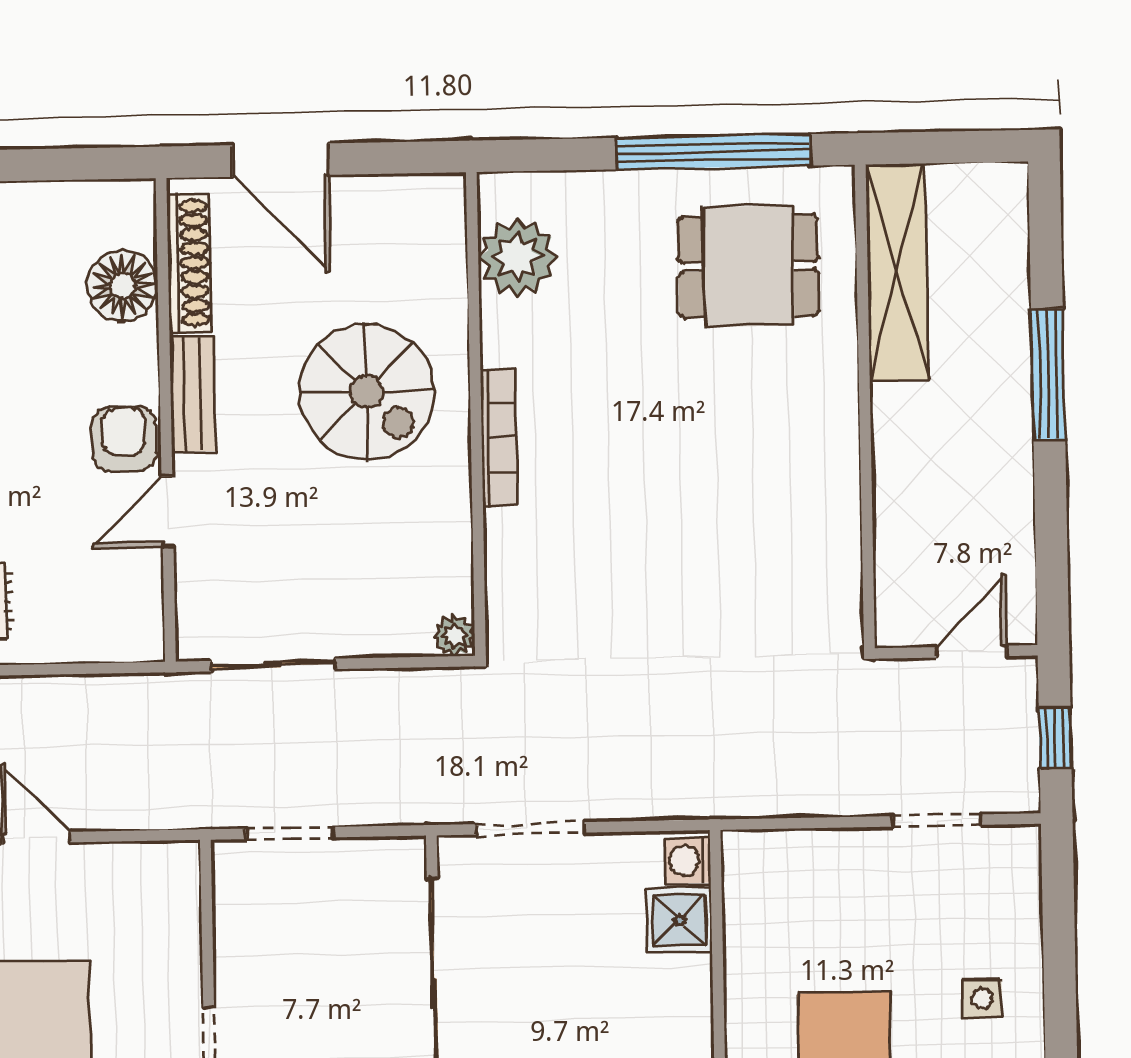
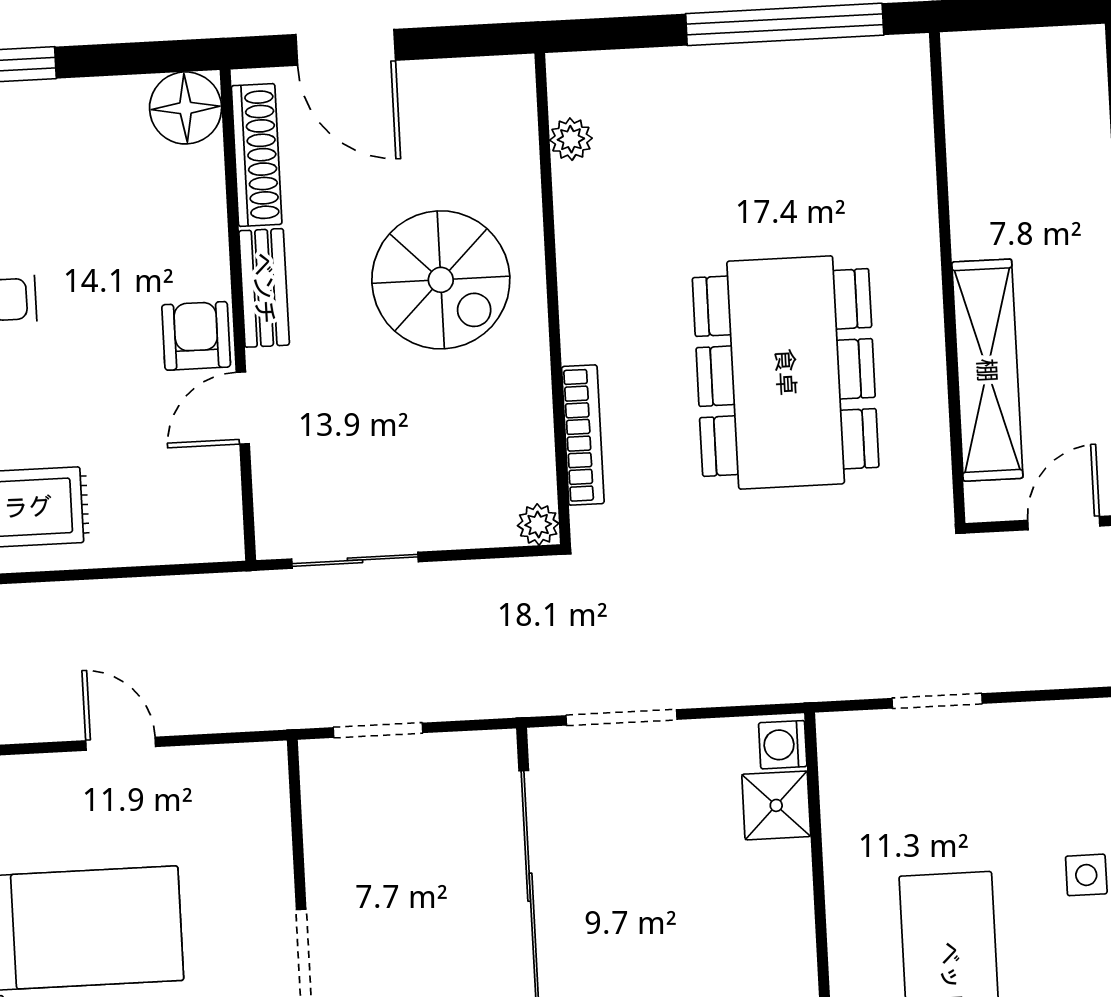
plant: (518, 257) -> (571, 139), width x0.53, depth x0.53
dining table: (748, 266) -> (786, 372), moved, width x1.87, depth x1.24
shelving: (897, 272) -> (987, 370), moved
floor lamp: (122, 286) -> (186, 108), moved
bookcase: (499, 438) -> (583, 435), moved
doorway: (937, 820) -> (937, 701), moved

